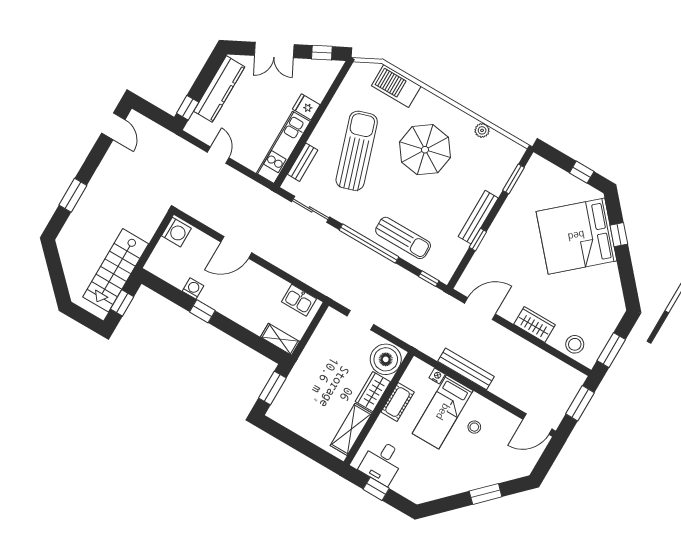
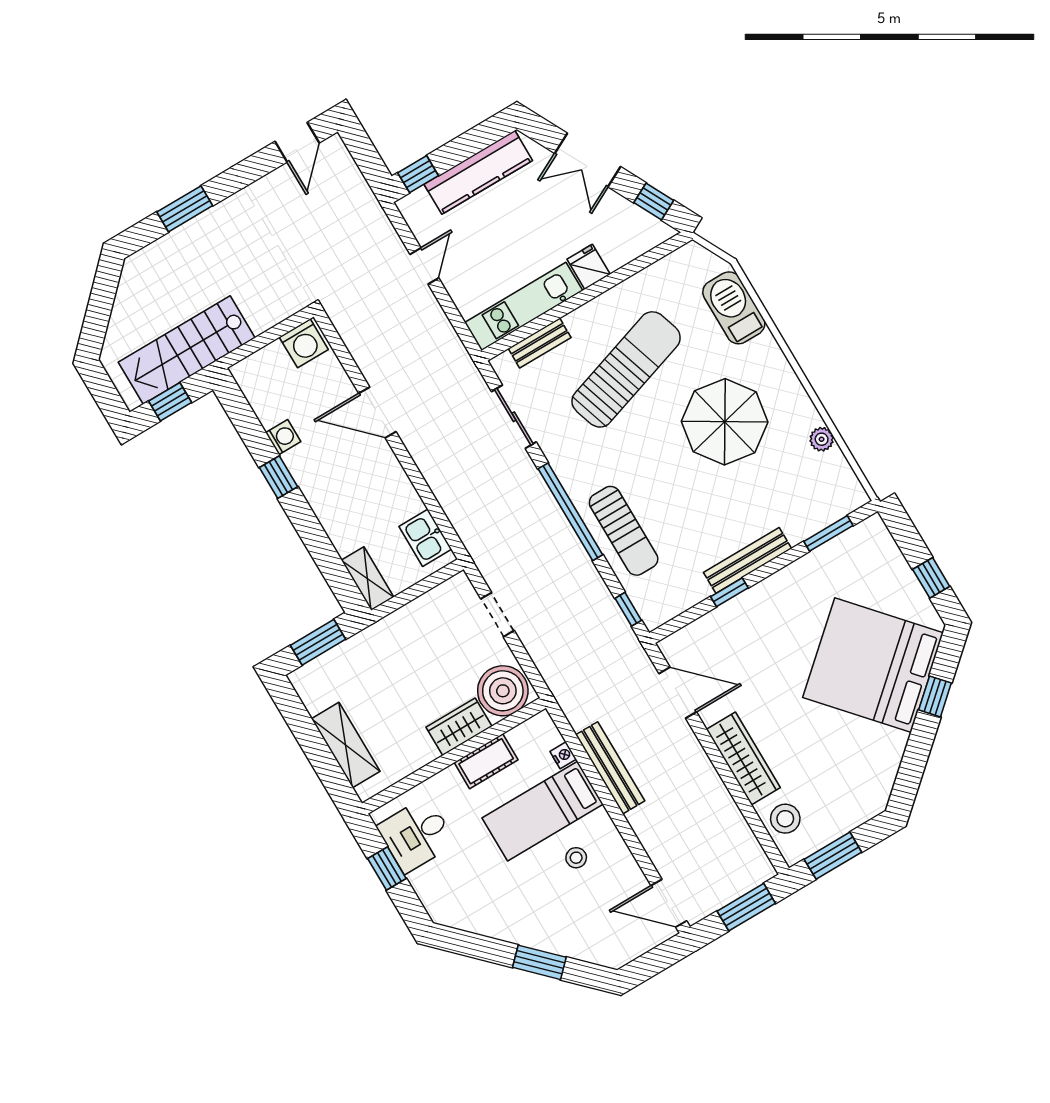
wardrobe: (535, 324) -> (743, 758), width x1.50
shelving: (351, 429) -> (346, 745), moved, turned 90

